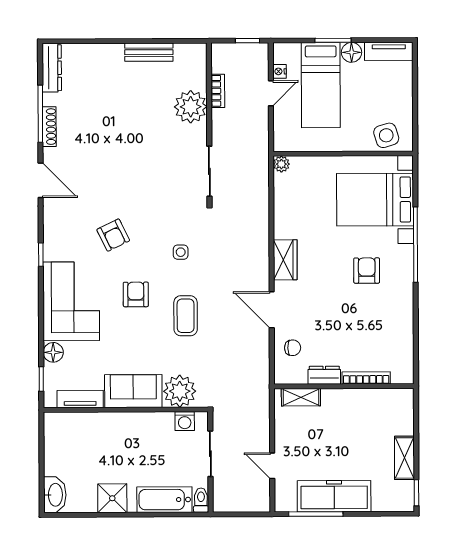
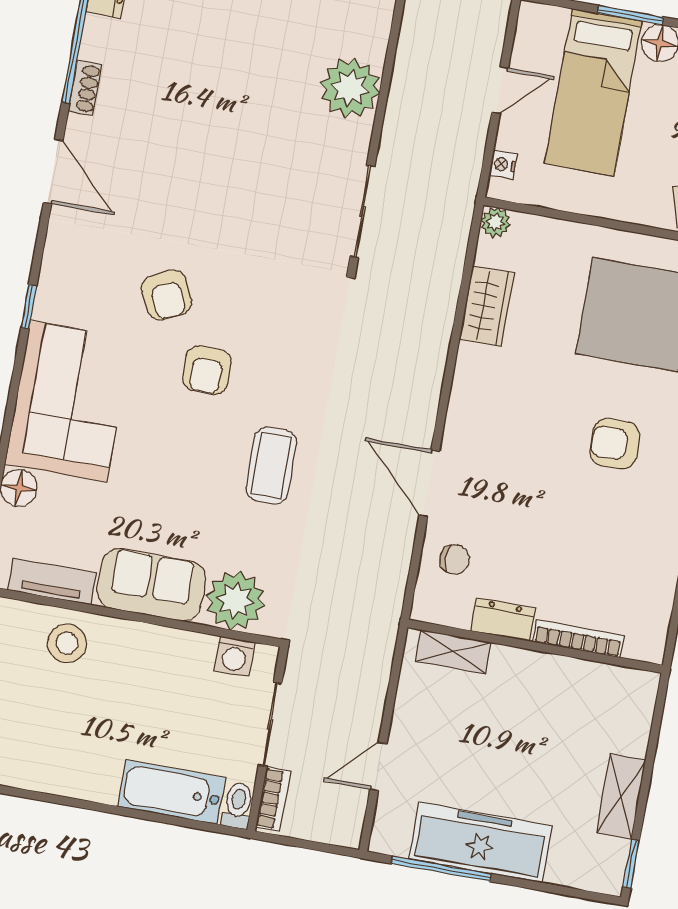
nightstand: (279, 71) -> (503, 165), moved
bookcase: (218, 91) -> (273, 799), moved
shoe rack: (49, 127) -> (85, 88), width x0.70
side table: (181, 252) -> (283, 349), removed
wardrobe: (285, 260) -> (487, 306), moved
armchair: (367, 271) -> (615, 444), turned -90
armchair: (136, 294) -> (207, 370), moved, turned 180
stool: (94, 430) -> (67, 643), added
door: (272, 466) -> (378, 767), hinge flipped
shower: (112, 498) -> (77, 772), removed

